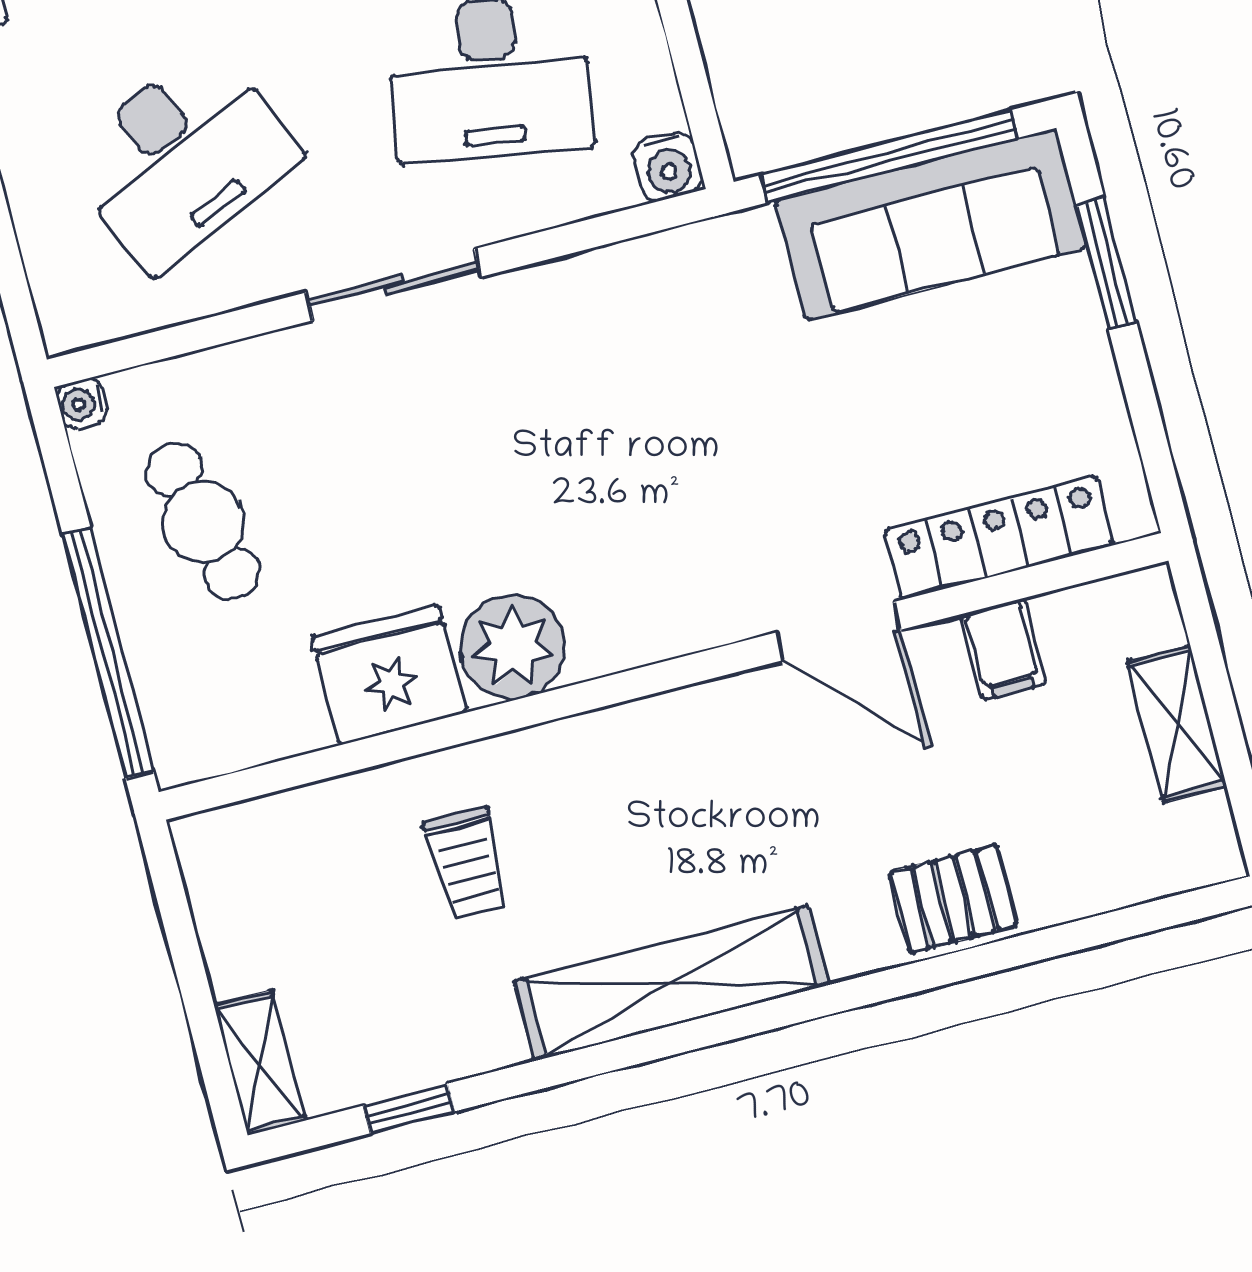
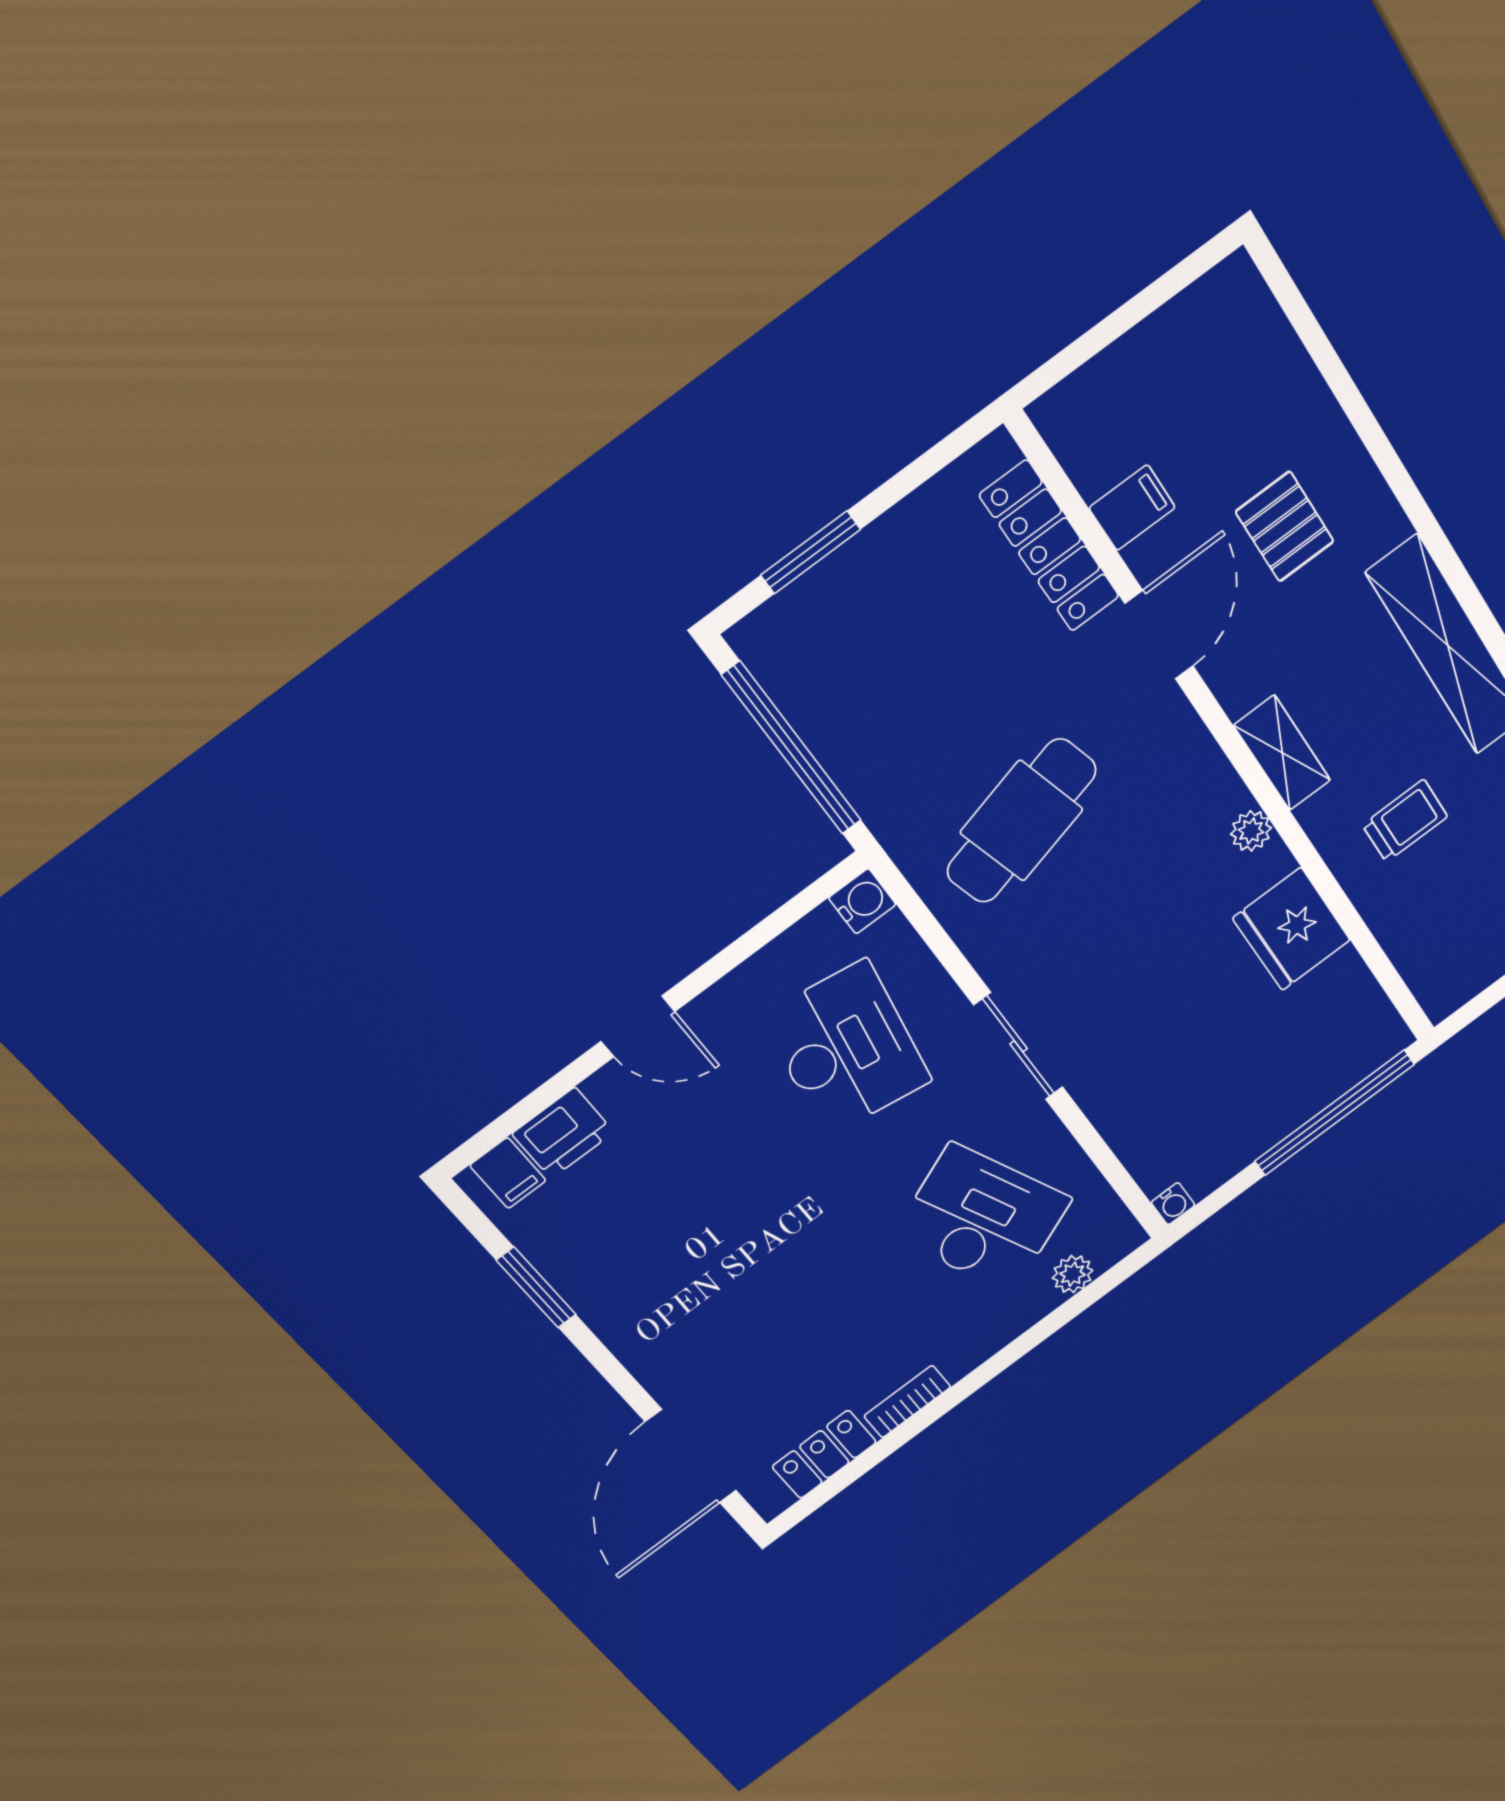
sofa: (931, 224) -> (831, 696), removed
plant: (46, 243) -> (1073, 1274), added
cafe table: (203, 521) -> (1022, 821), moved, width x1.37, depth x1.35
plant: (513, 647) -> (1251, 831), width x0.53, depth x0.53
shelving: (1177, 724) -> (1282, 753), moved, turned 90
pallet: (953, 899) -> (1285, 527), moved

